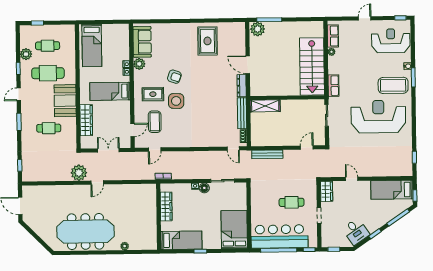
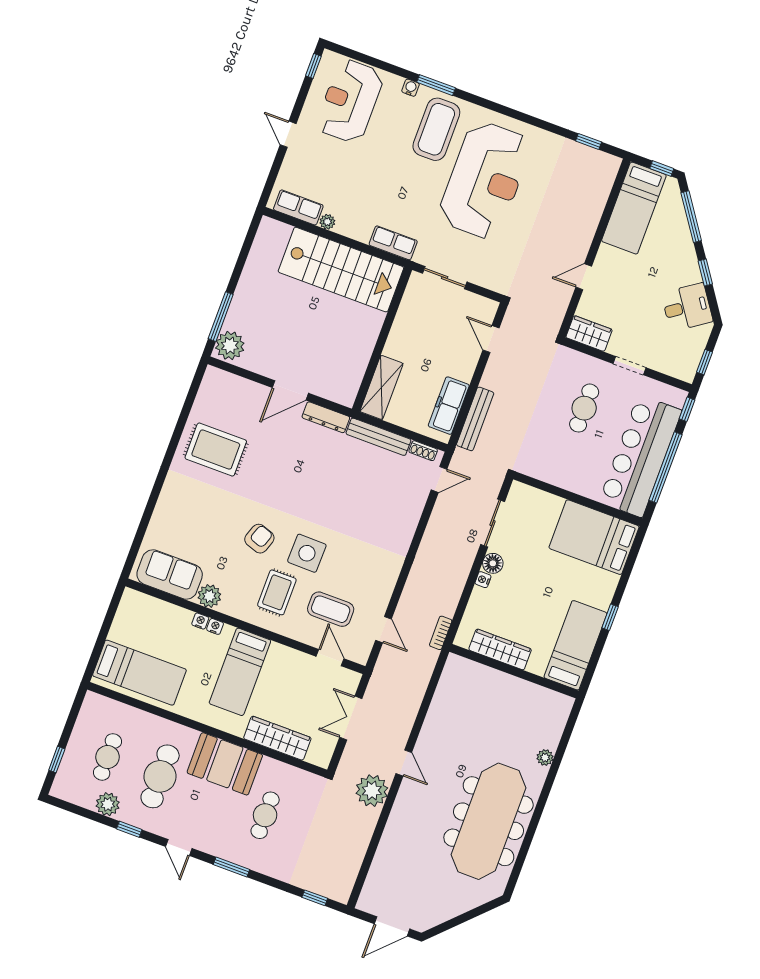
reception desk: (378, 117) -> (485, 180), turned 180
freezer: (269, 140) -> (449, 406), added

